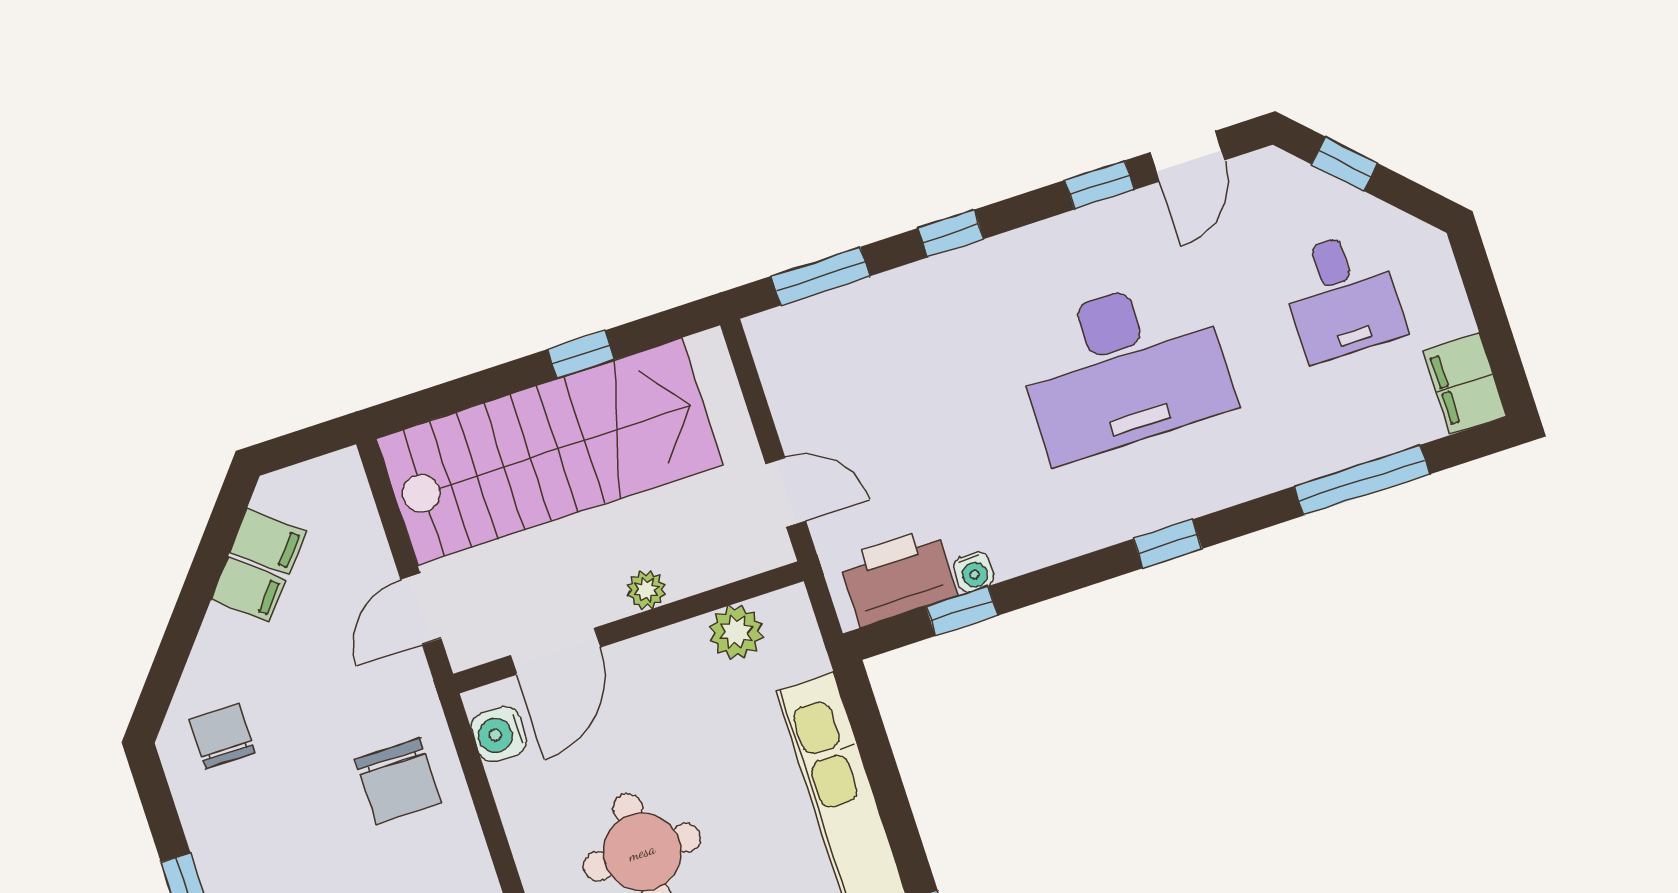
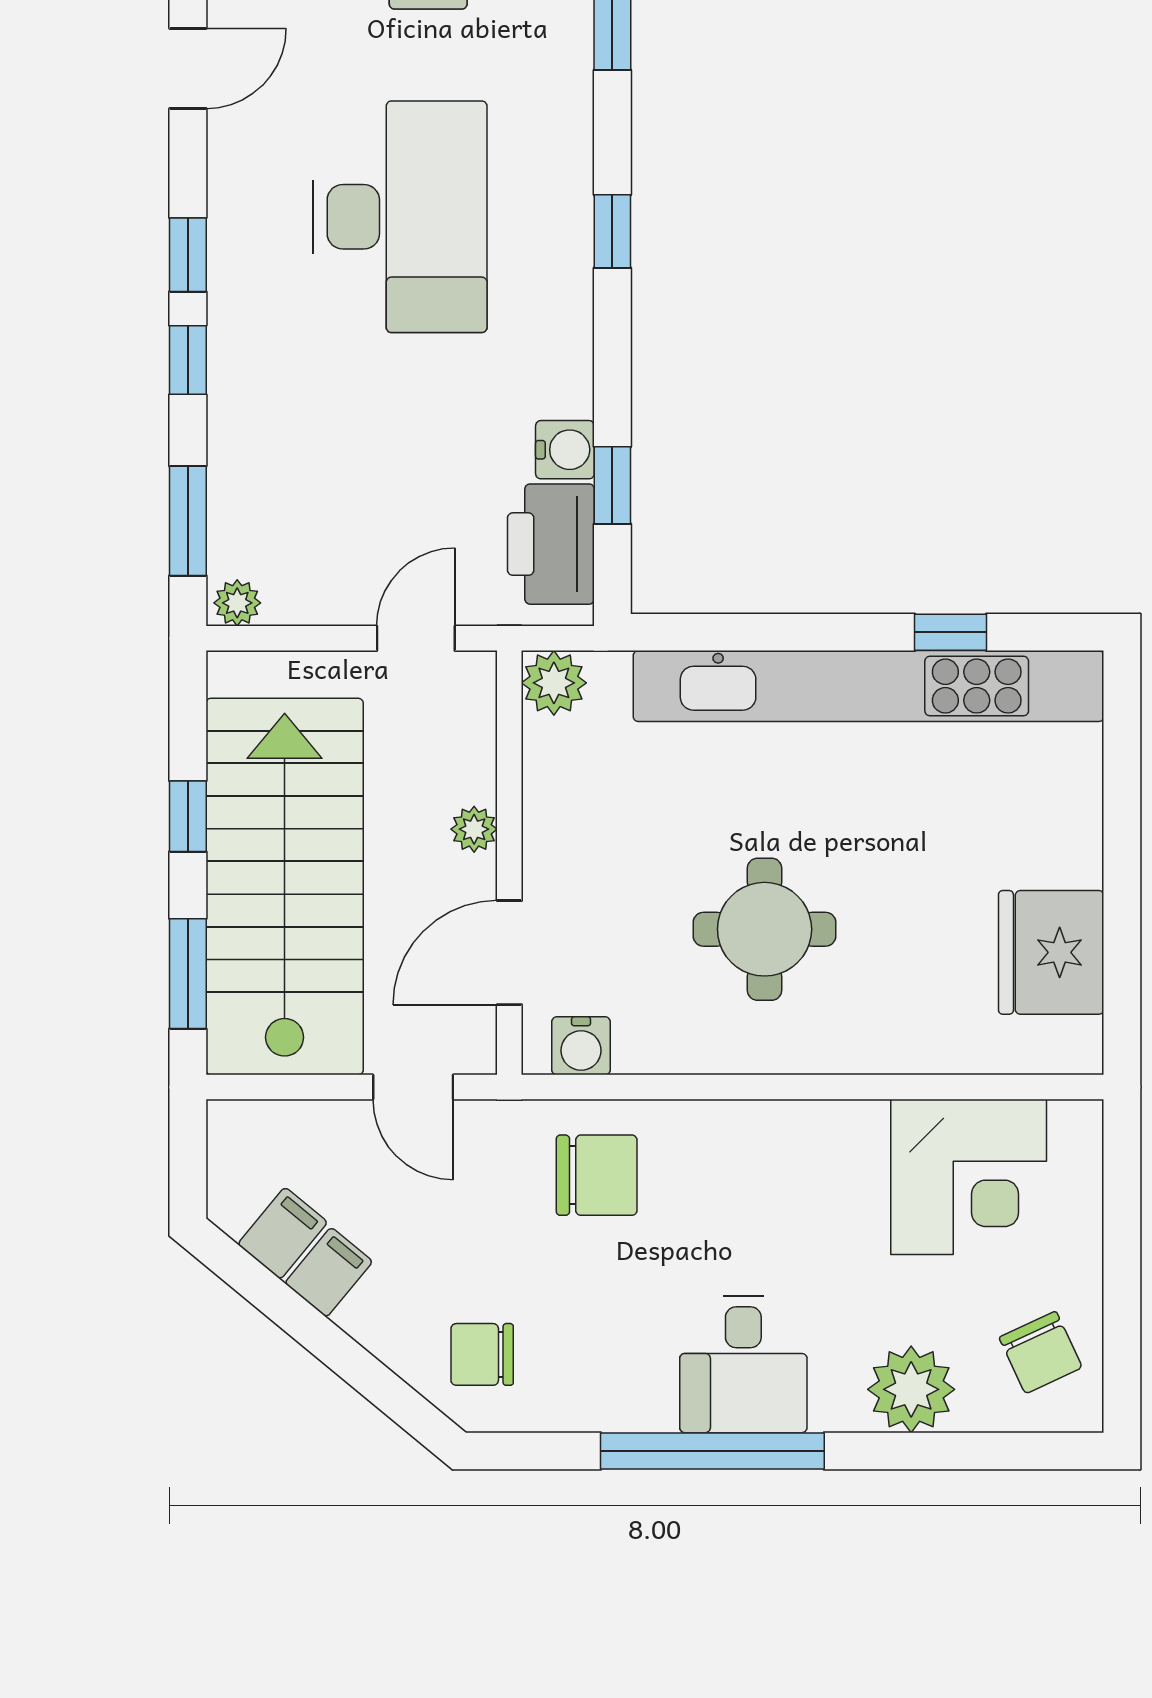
door: (1187, 156) -> (188, 68), hinge flipped
window: (1100, 185) -> (188, 255), moved
plant: (767, 338) -> (237, 603), added
window: (453, 396) -> (188, 974), added
water cooler: (974, 572) -> (565, 450), width x1.38, depth x1.38
plant: (736, 632) -> (554, 683), moved
door: (556, 651) -> (509, 953), swing flipped

